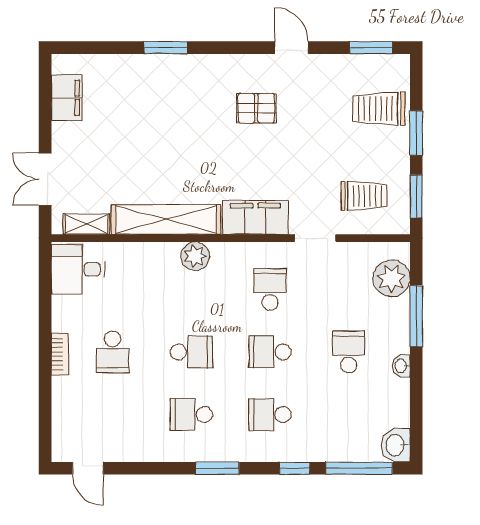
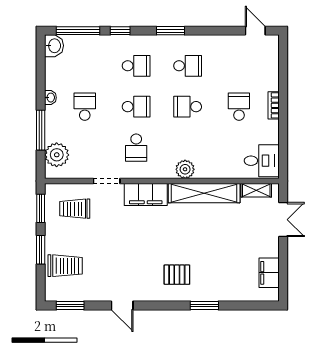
pallet: (256, 108) -> (177, 275), moved
school desk: (349, 352) -> (85, 107), turned 180

